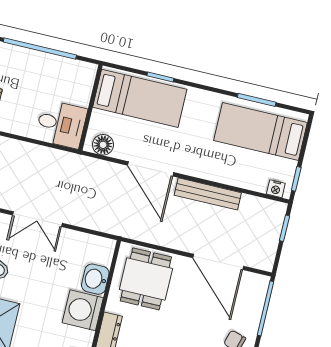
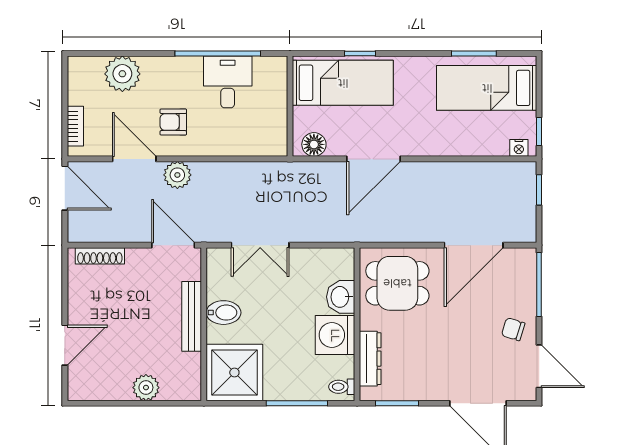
desk: (61, 124) -> (228, 82), moved, turned -90
door: (151, 169) -> (373, 159), hinge flipped
bench: (208, 194) -> (444, 172), removed
door: (218, 262) -> (474, 245), hinge flipped
dining table: (146, 279) -> (397, 283), turned 90

